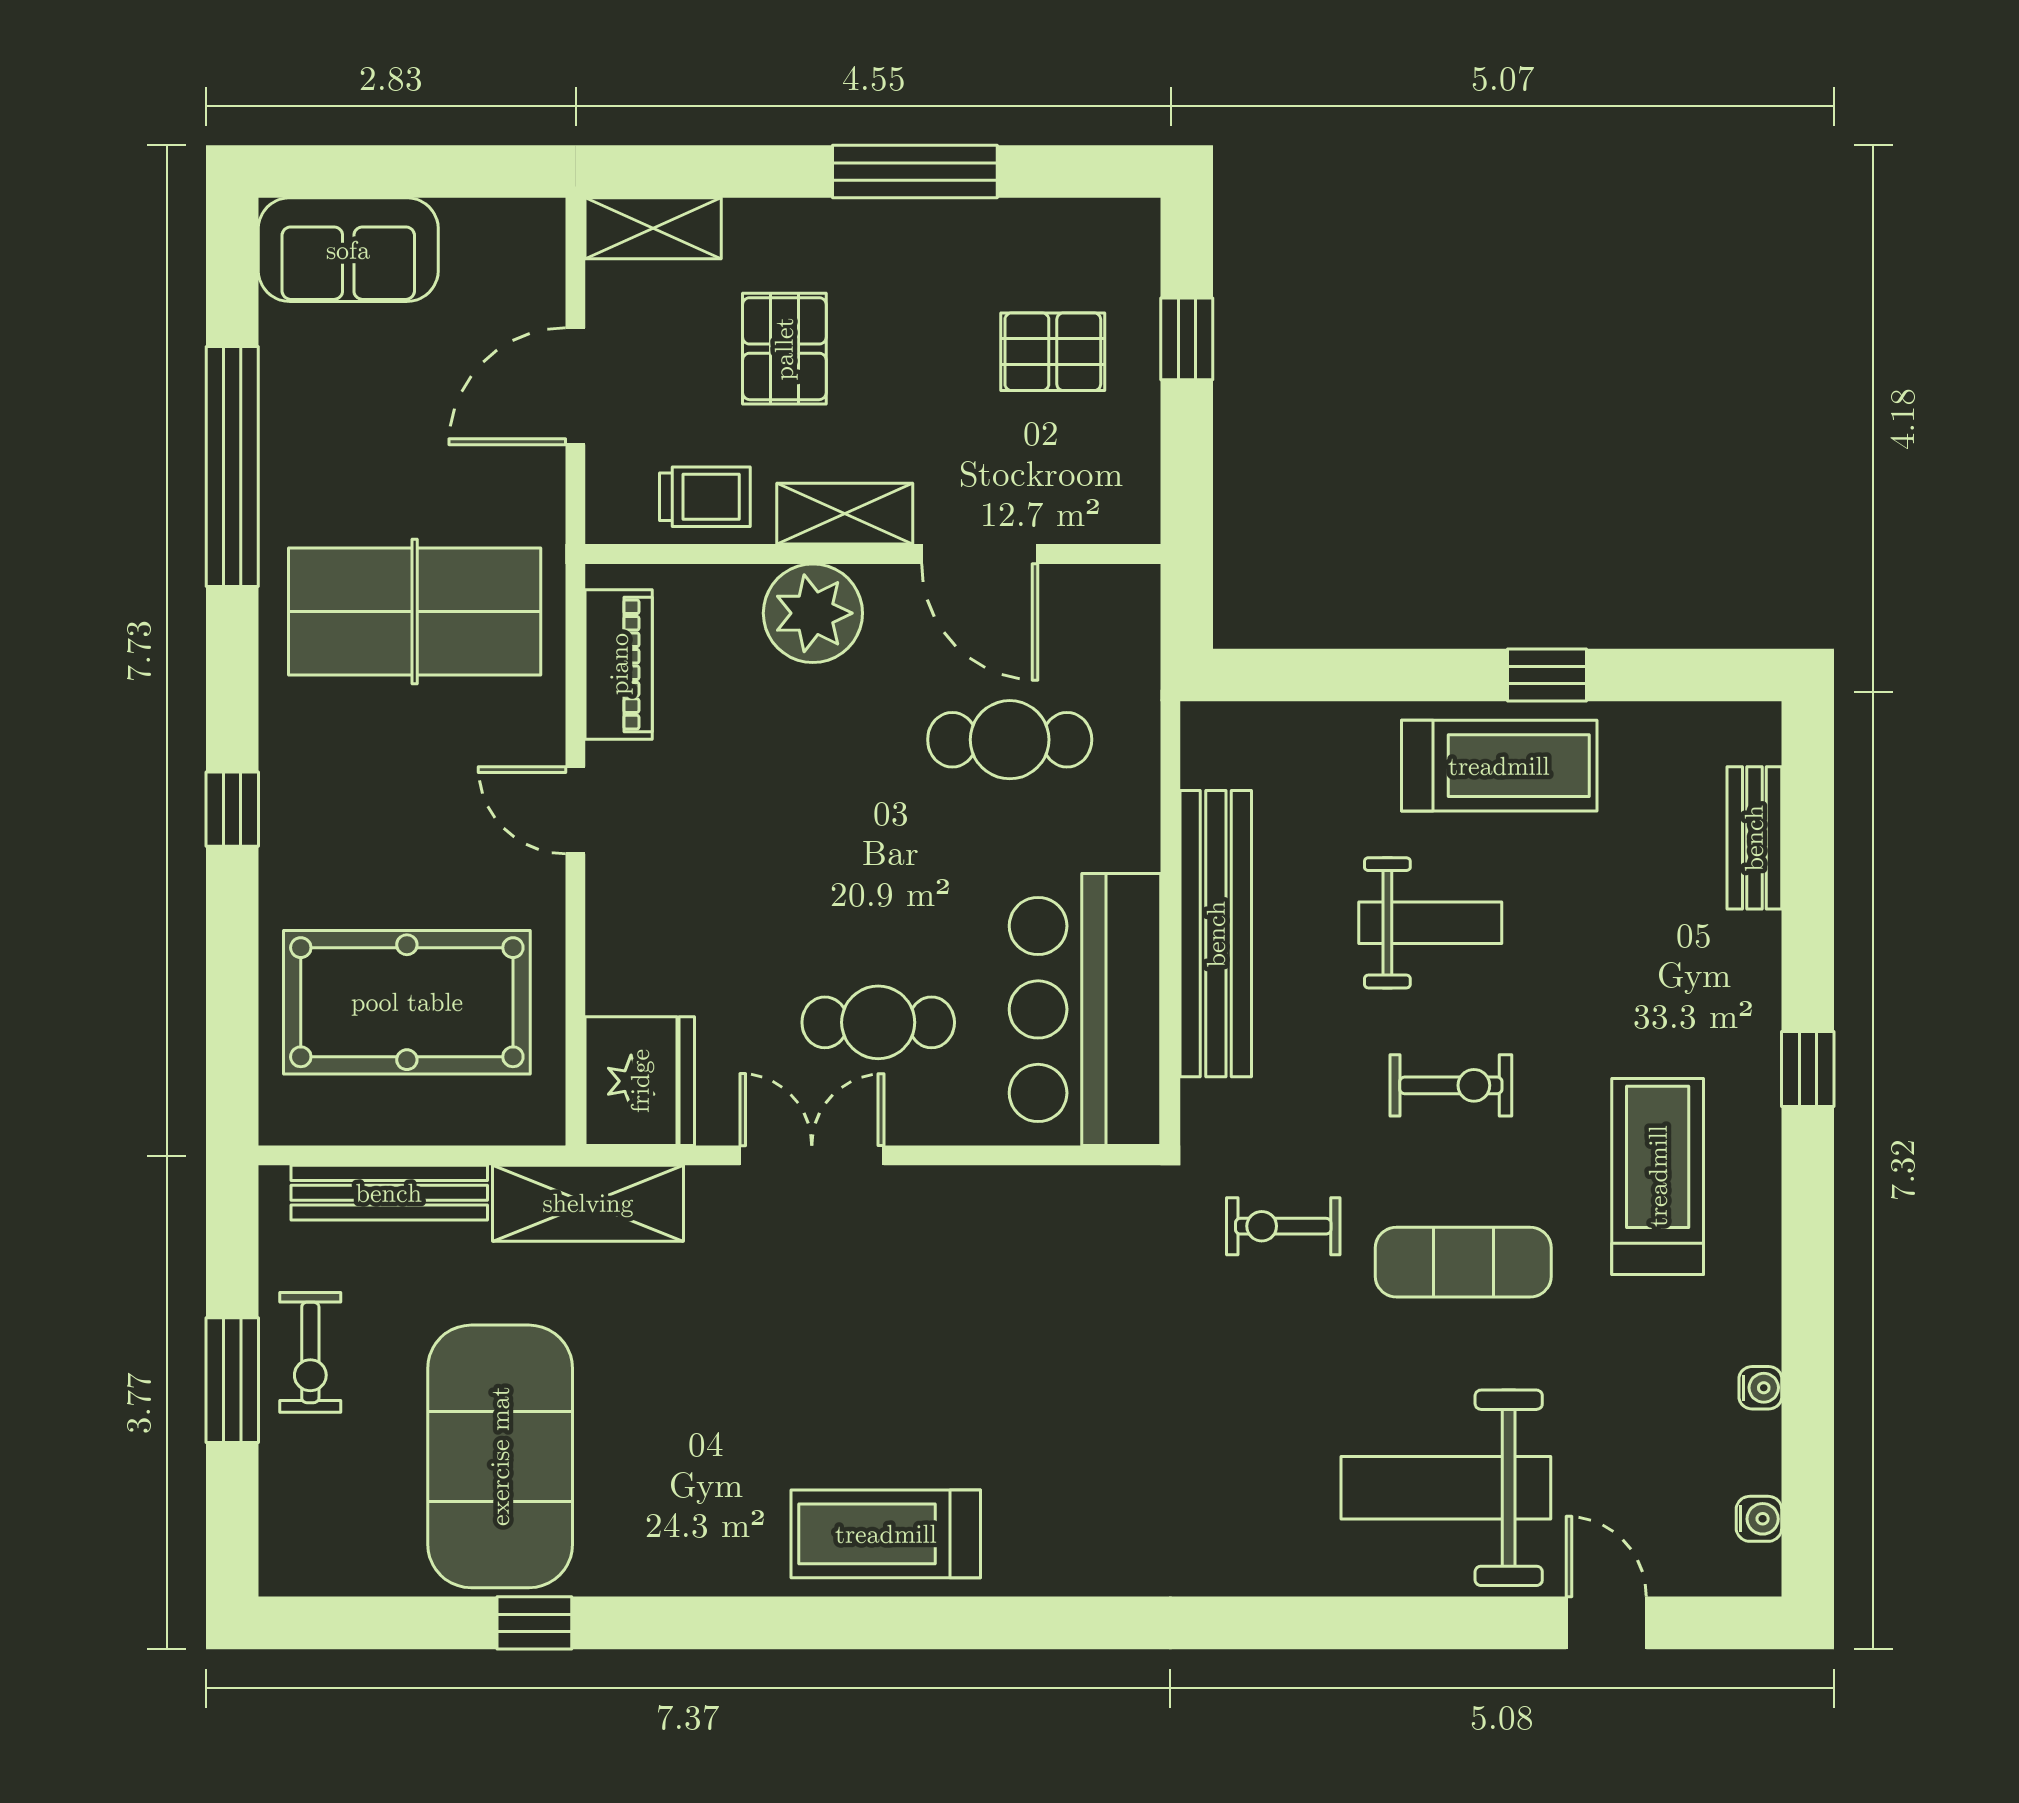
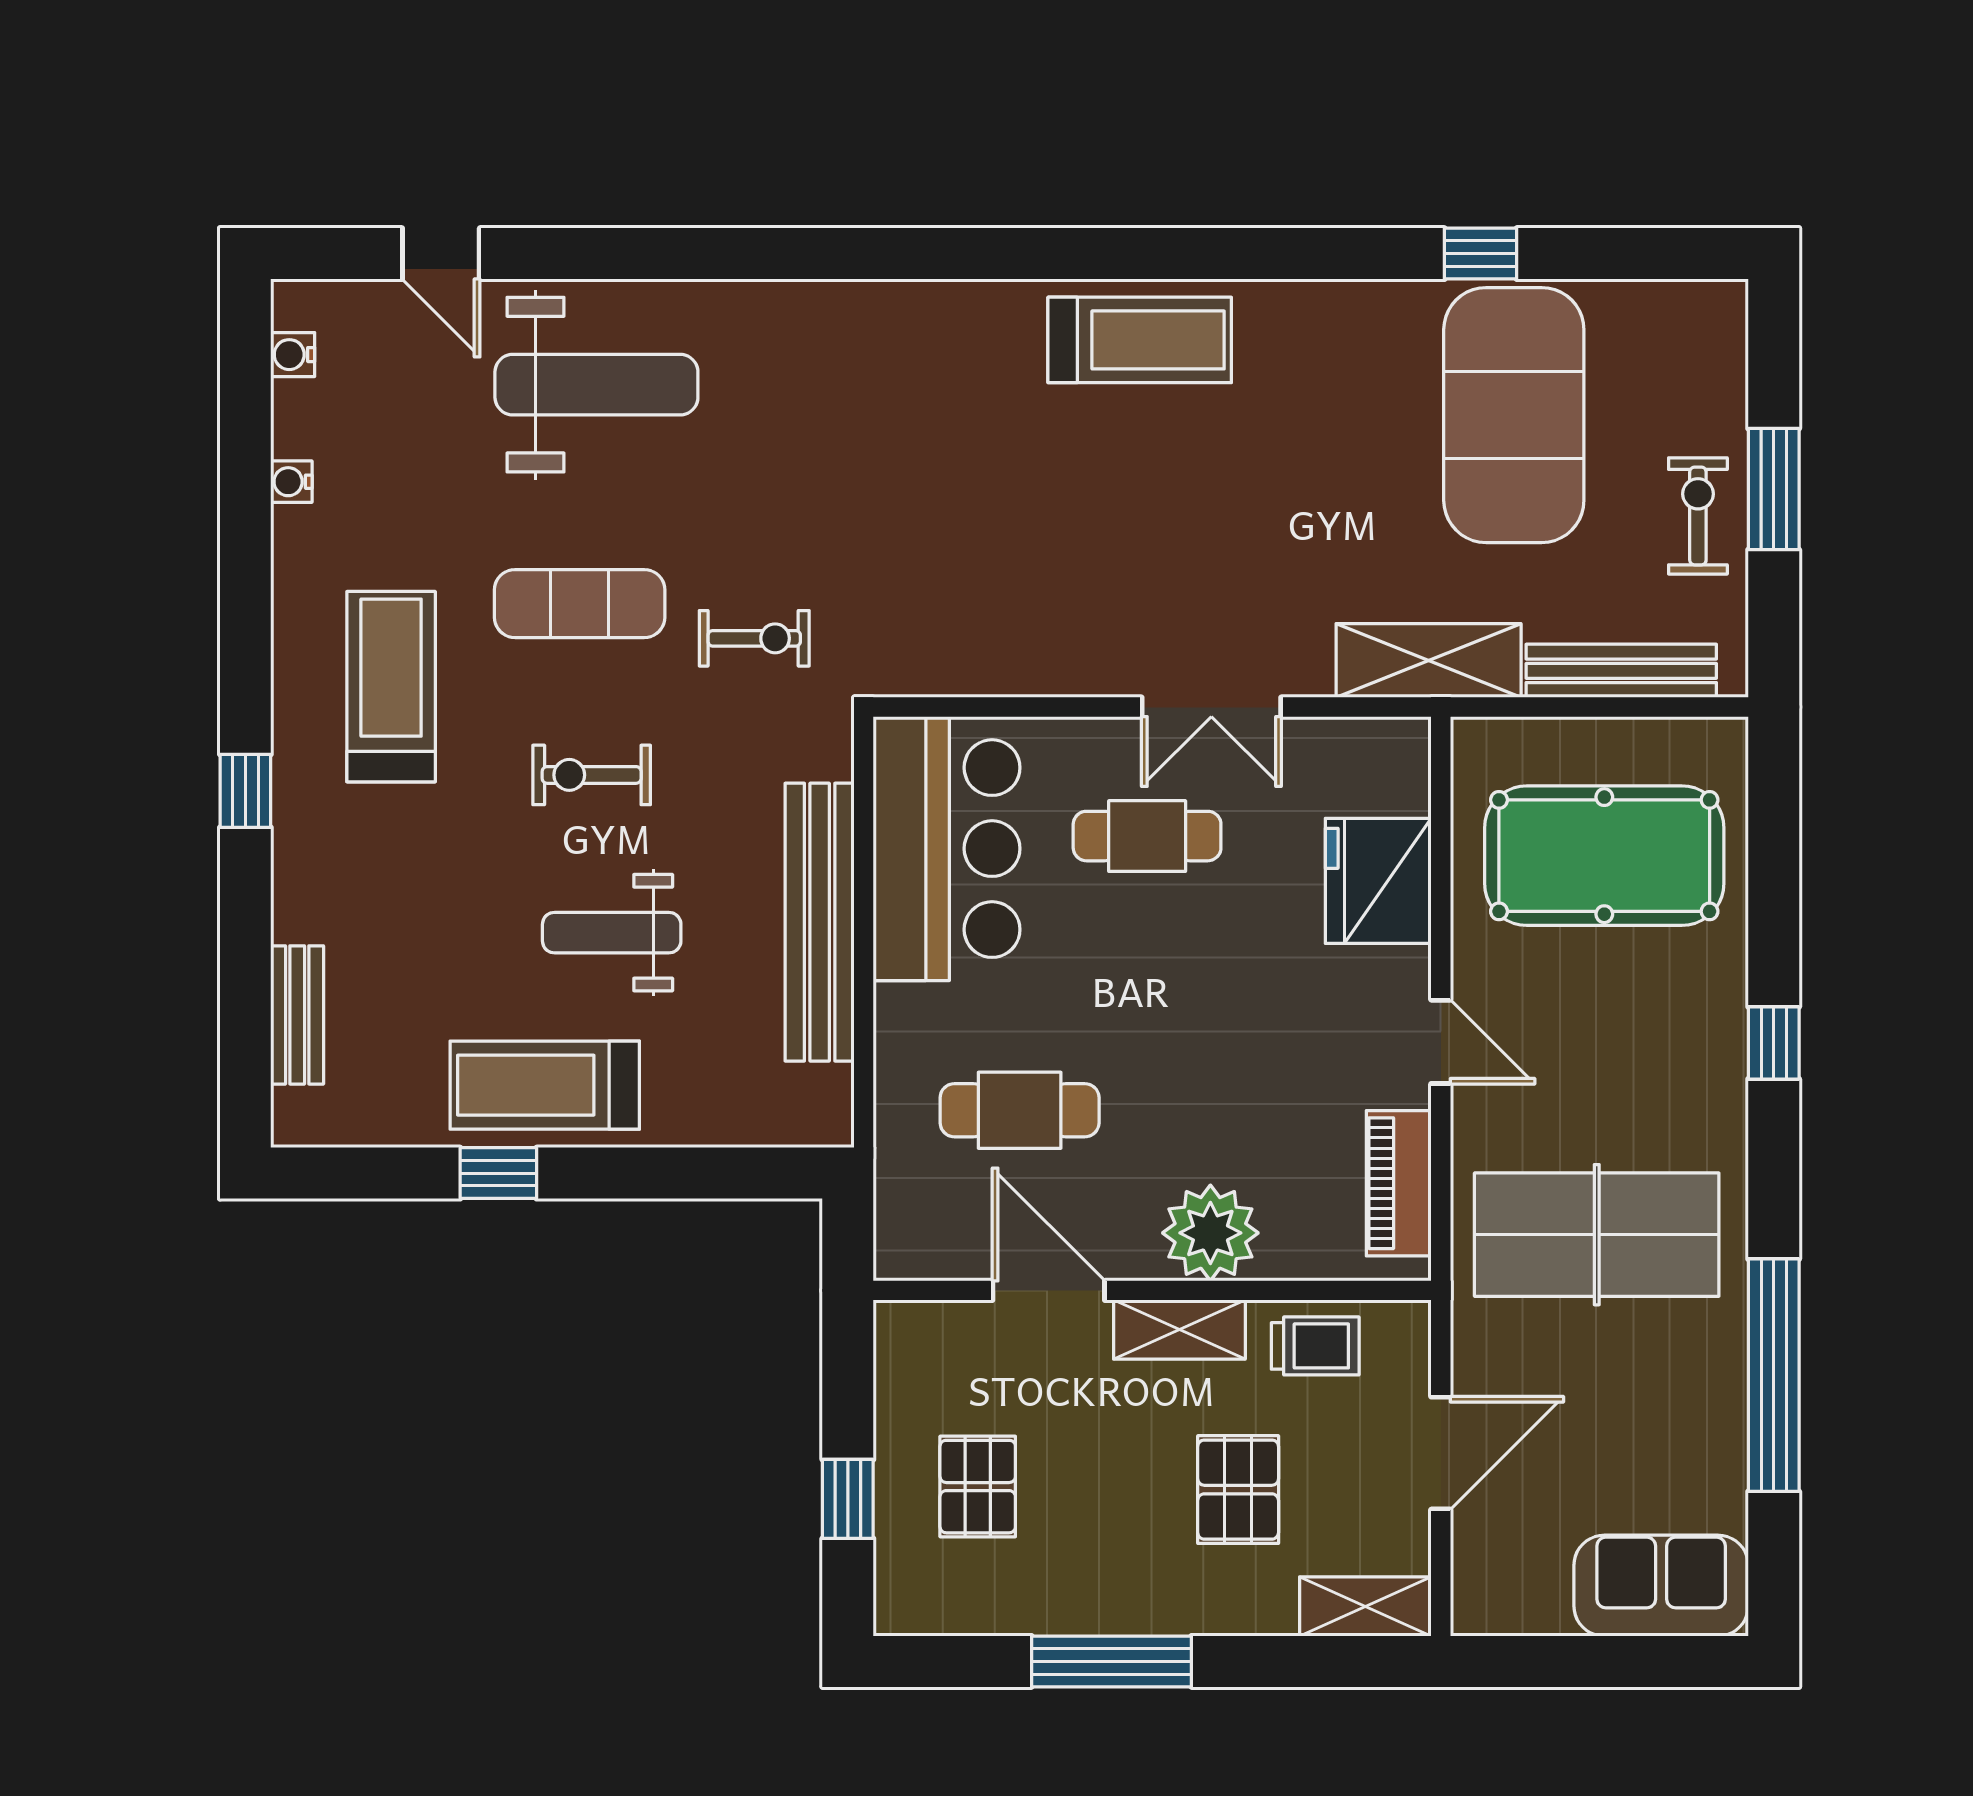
pallet: (1053, 352) -> (978, 1487), turned 90
trolley: (705, 497) -> (1315, 1346), turned 180
fridge: (640, 1081) -> (1378, 881), moved
treadmill: (1658, 1176) -> (391, 687), turned 180

